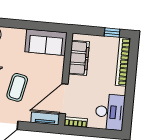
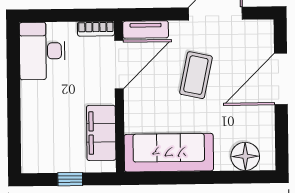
window: (112, 33) -> (70, 179), moved
sofa: (46, 42) -> (169, 153), width x1.36
bookcase: (123, 62) -> (30, 134), removed

